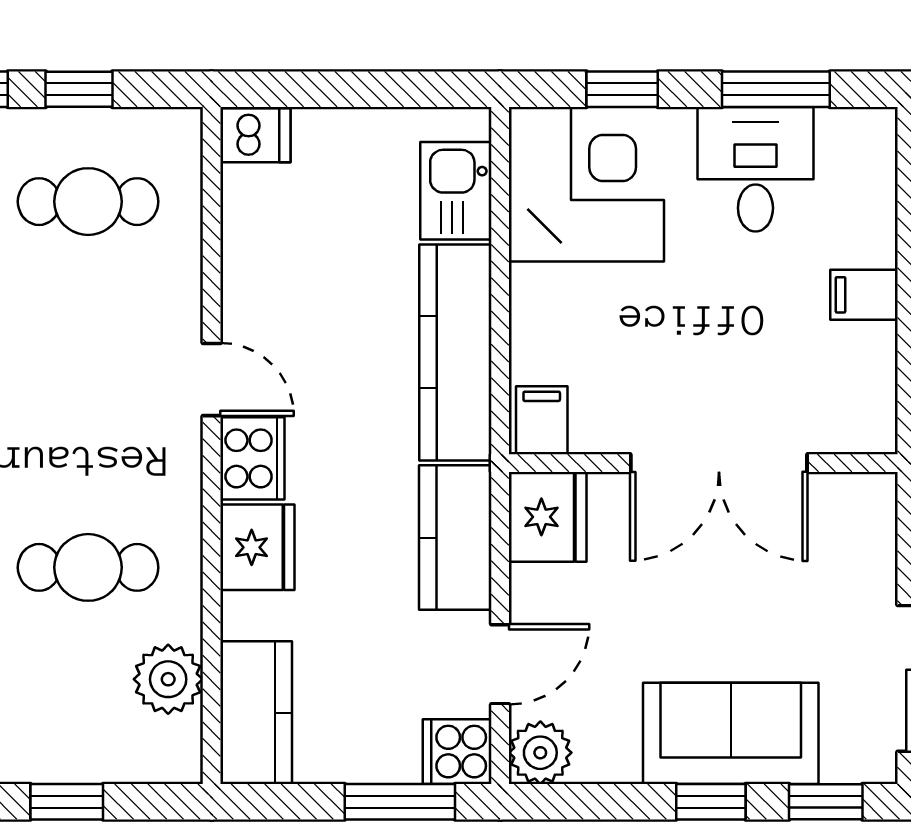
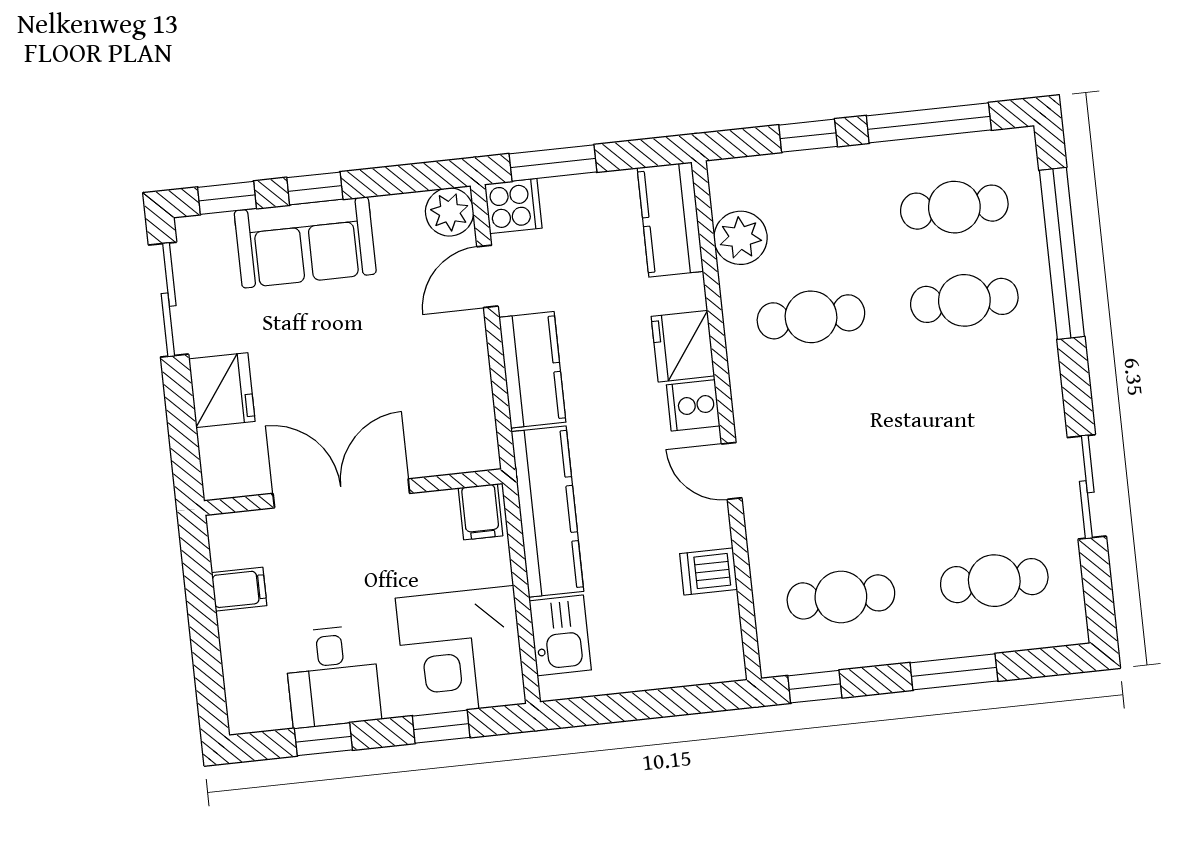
window: (79, 89) -> (815, 687), moved
window: (776, 89) -> (323, 739), width x0.67
dishwasher: (255, 135) -> (709, 571), moved
filing cabinet: (542, 420) -> (480, 512), moved
cooker: (252, 458) -> (693, 405), width x0.73
wall: (703, 463) -> (353, 492), moved
double door: (719, 463) -> (341, 493), moved
fridge: (548, 517) -> (222, 390), moved, turned 180

